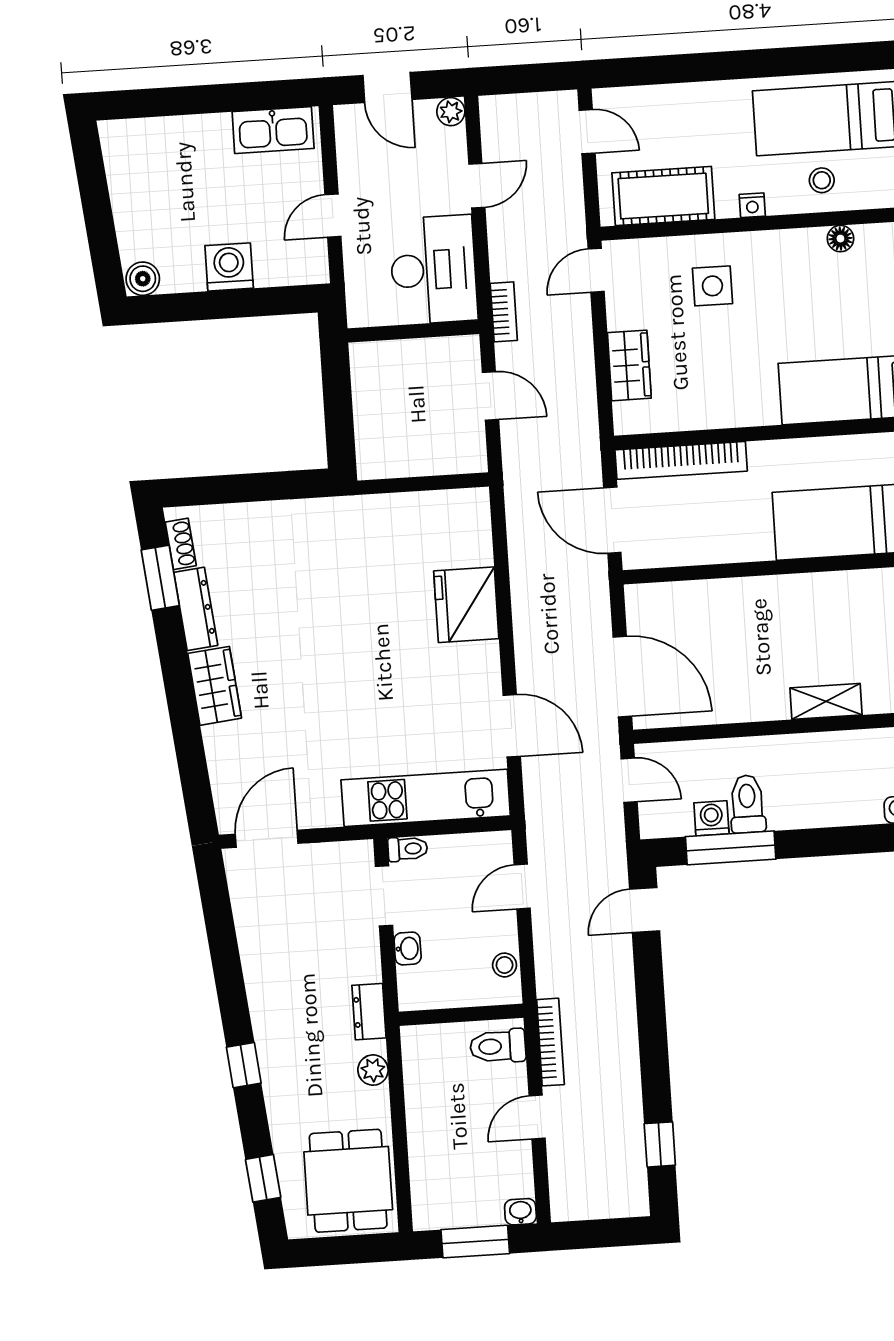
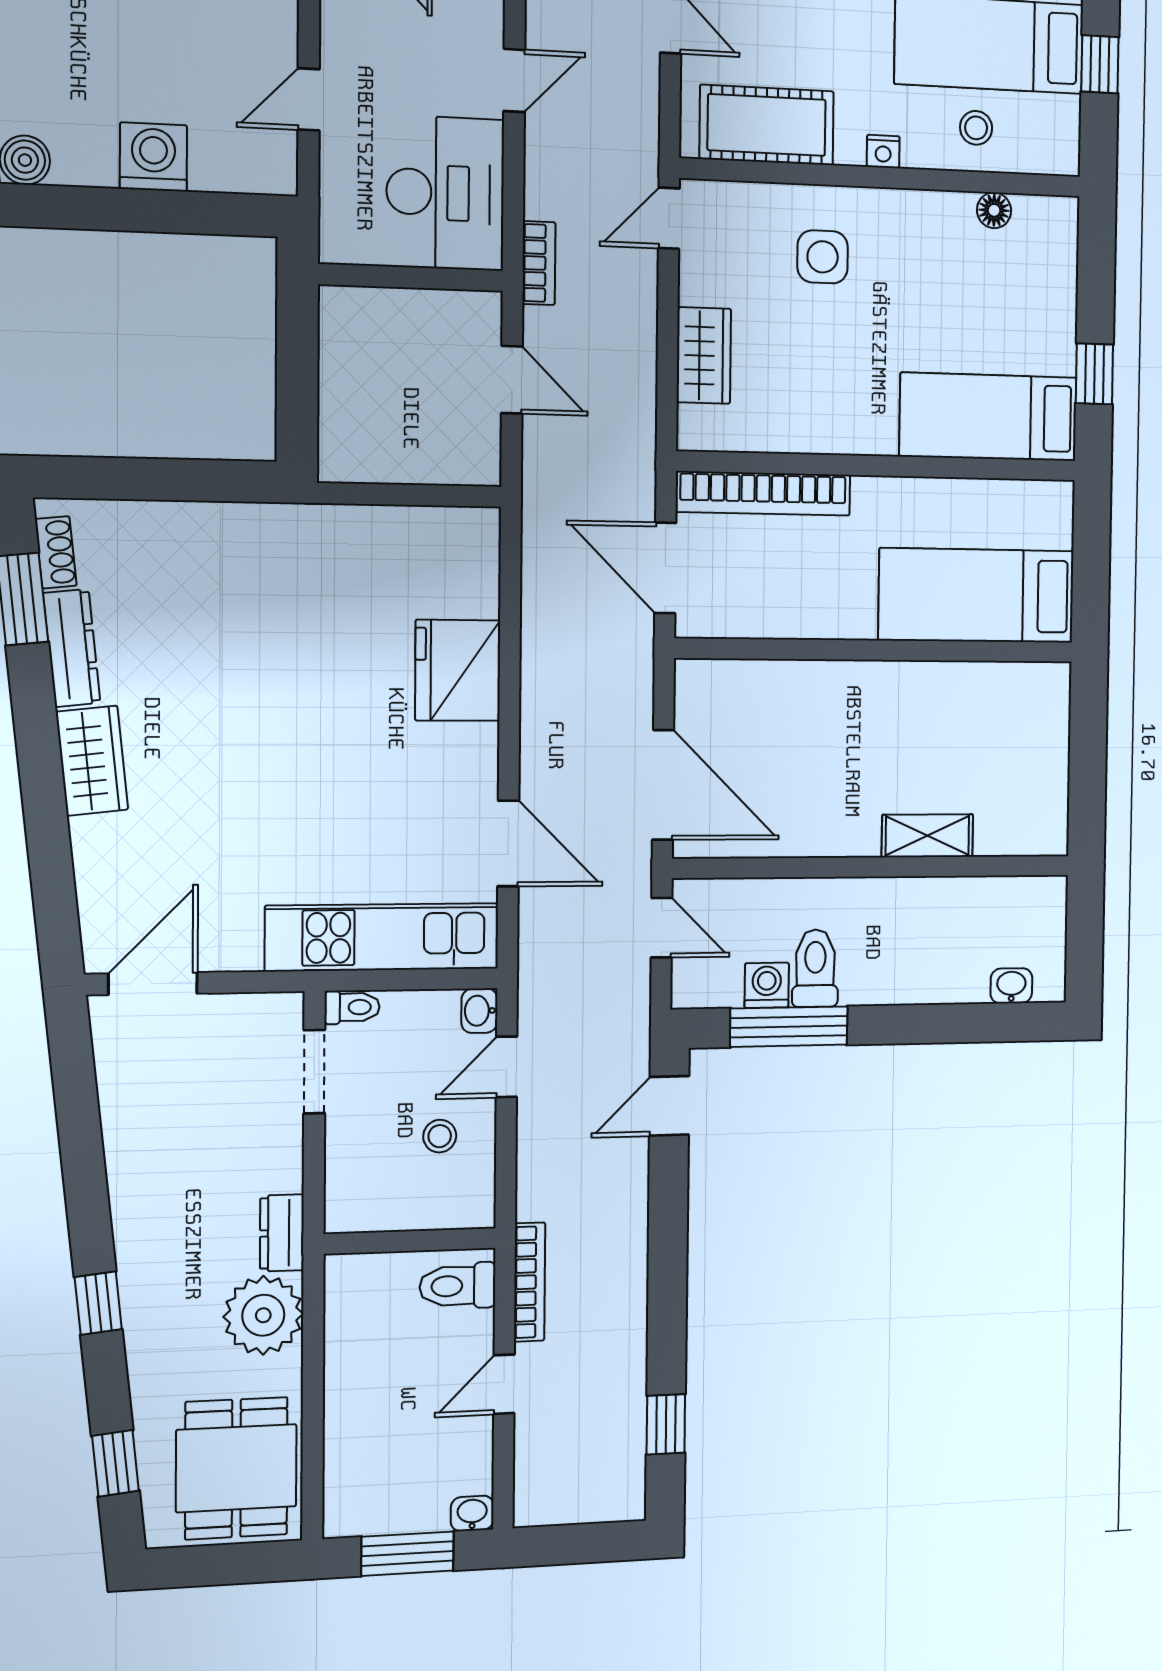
washbasin: (408, 948) -> (479, 1011), moved, turned 180
stool: (505, 965) -> (440, 1136), moved
plant: (373, 1070) -> (263, 1315), width x1.88, depth x1.88

